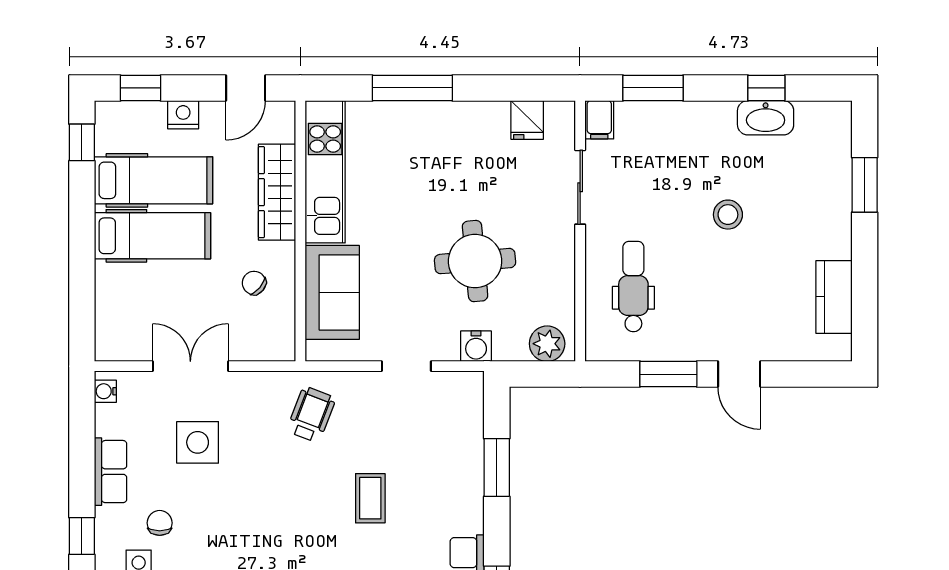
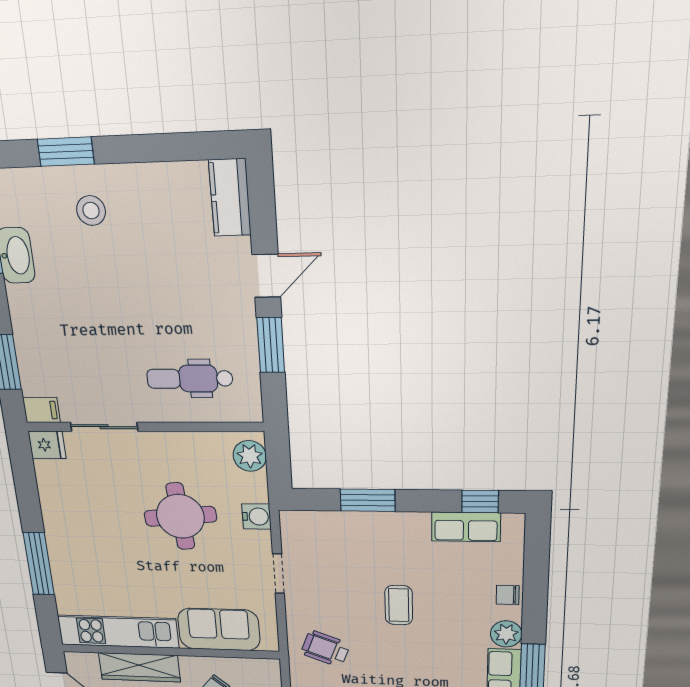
fridge: (527, 120) -> (47, 445), moved
stool: (728, 215) -> (91, 211), moved
kitchen counter: (834, 297) -> (230, 198), moved, turned 90
coffee table: (370, 498) -> (399, 605), turned 90

